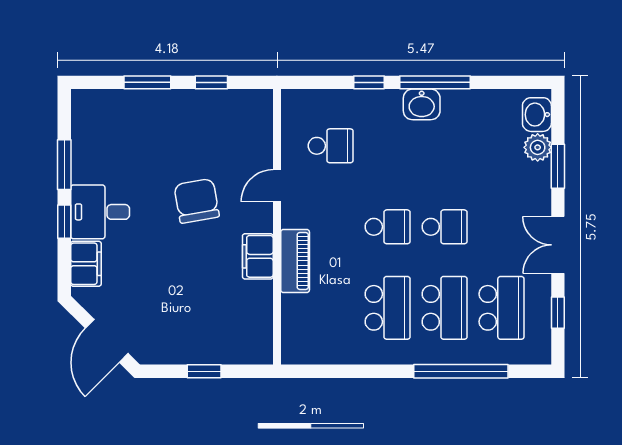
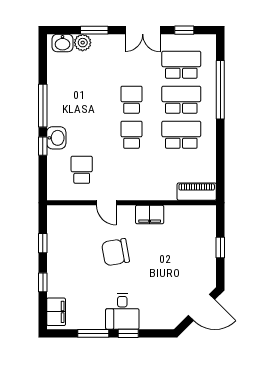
window: (147, 82) -> (43, 282), width x0.67
washbasin: (422, 104) -> (56, 138), moved
piano: (295, 261) -> (197, 192), moved
filing cabinet: (86, 264) -> (56, 312), moved, turned 90

